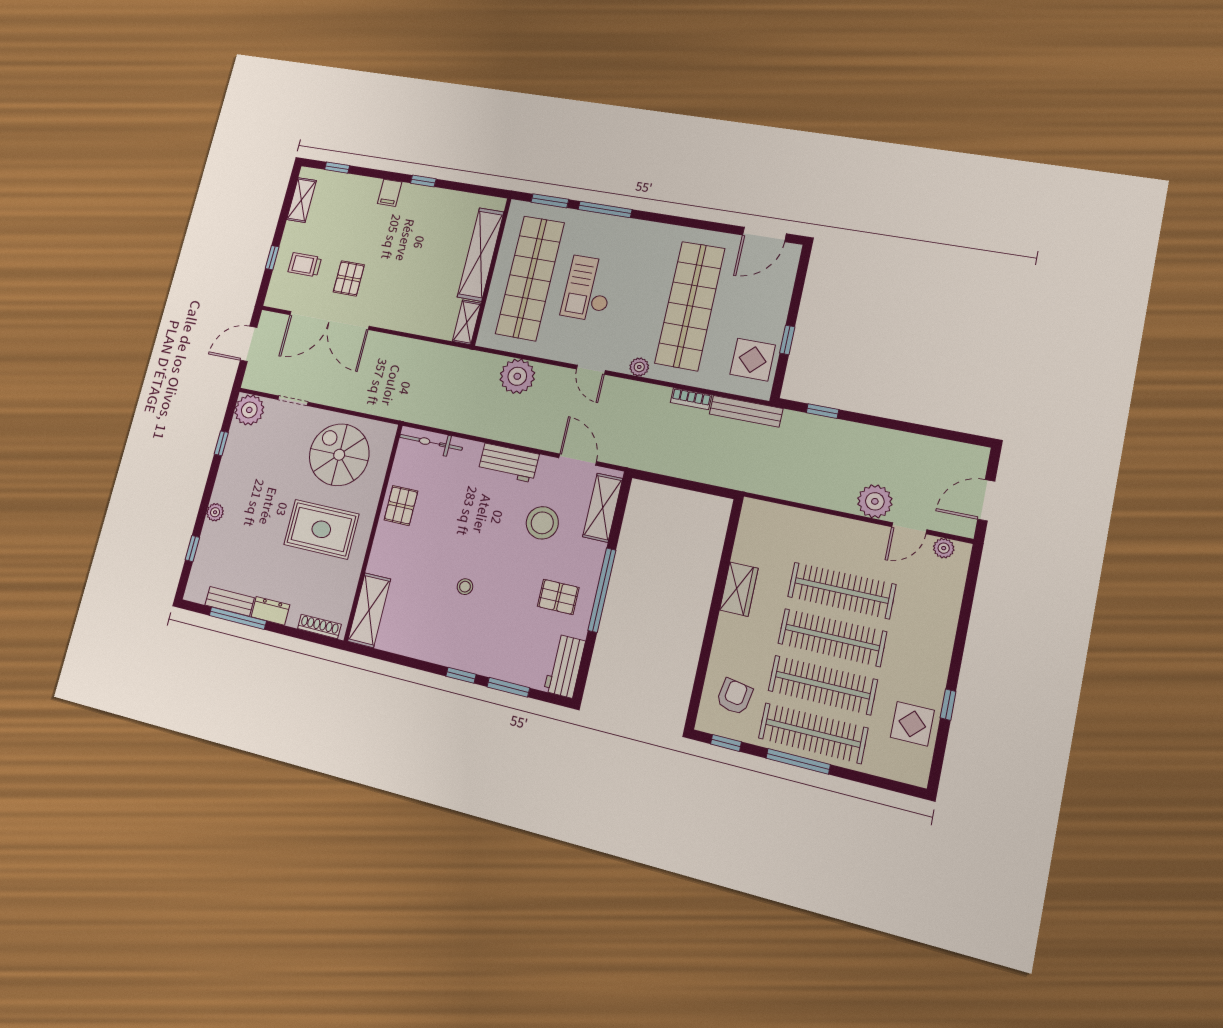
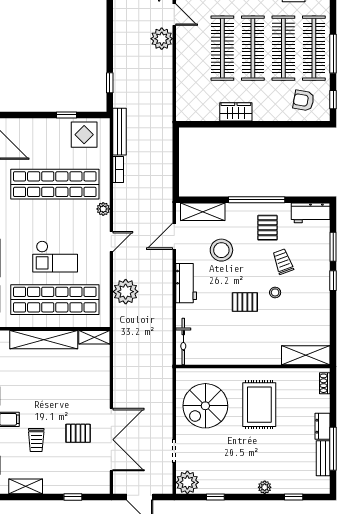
trolley: (305, 265) -> (36, 440), moved
pallet: (401, 505) -> (245, 302), moved
trolley: (505, 608) -> (283, 261), added
shoe rack: (319, 626) -> (325, 383), width x0.70

